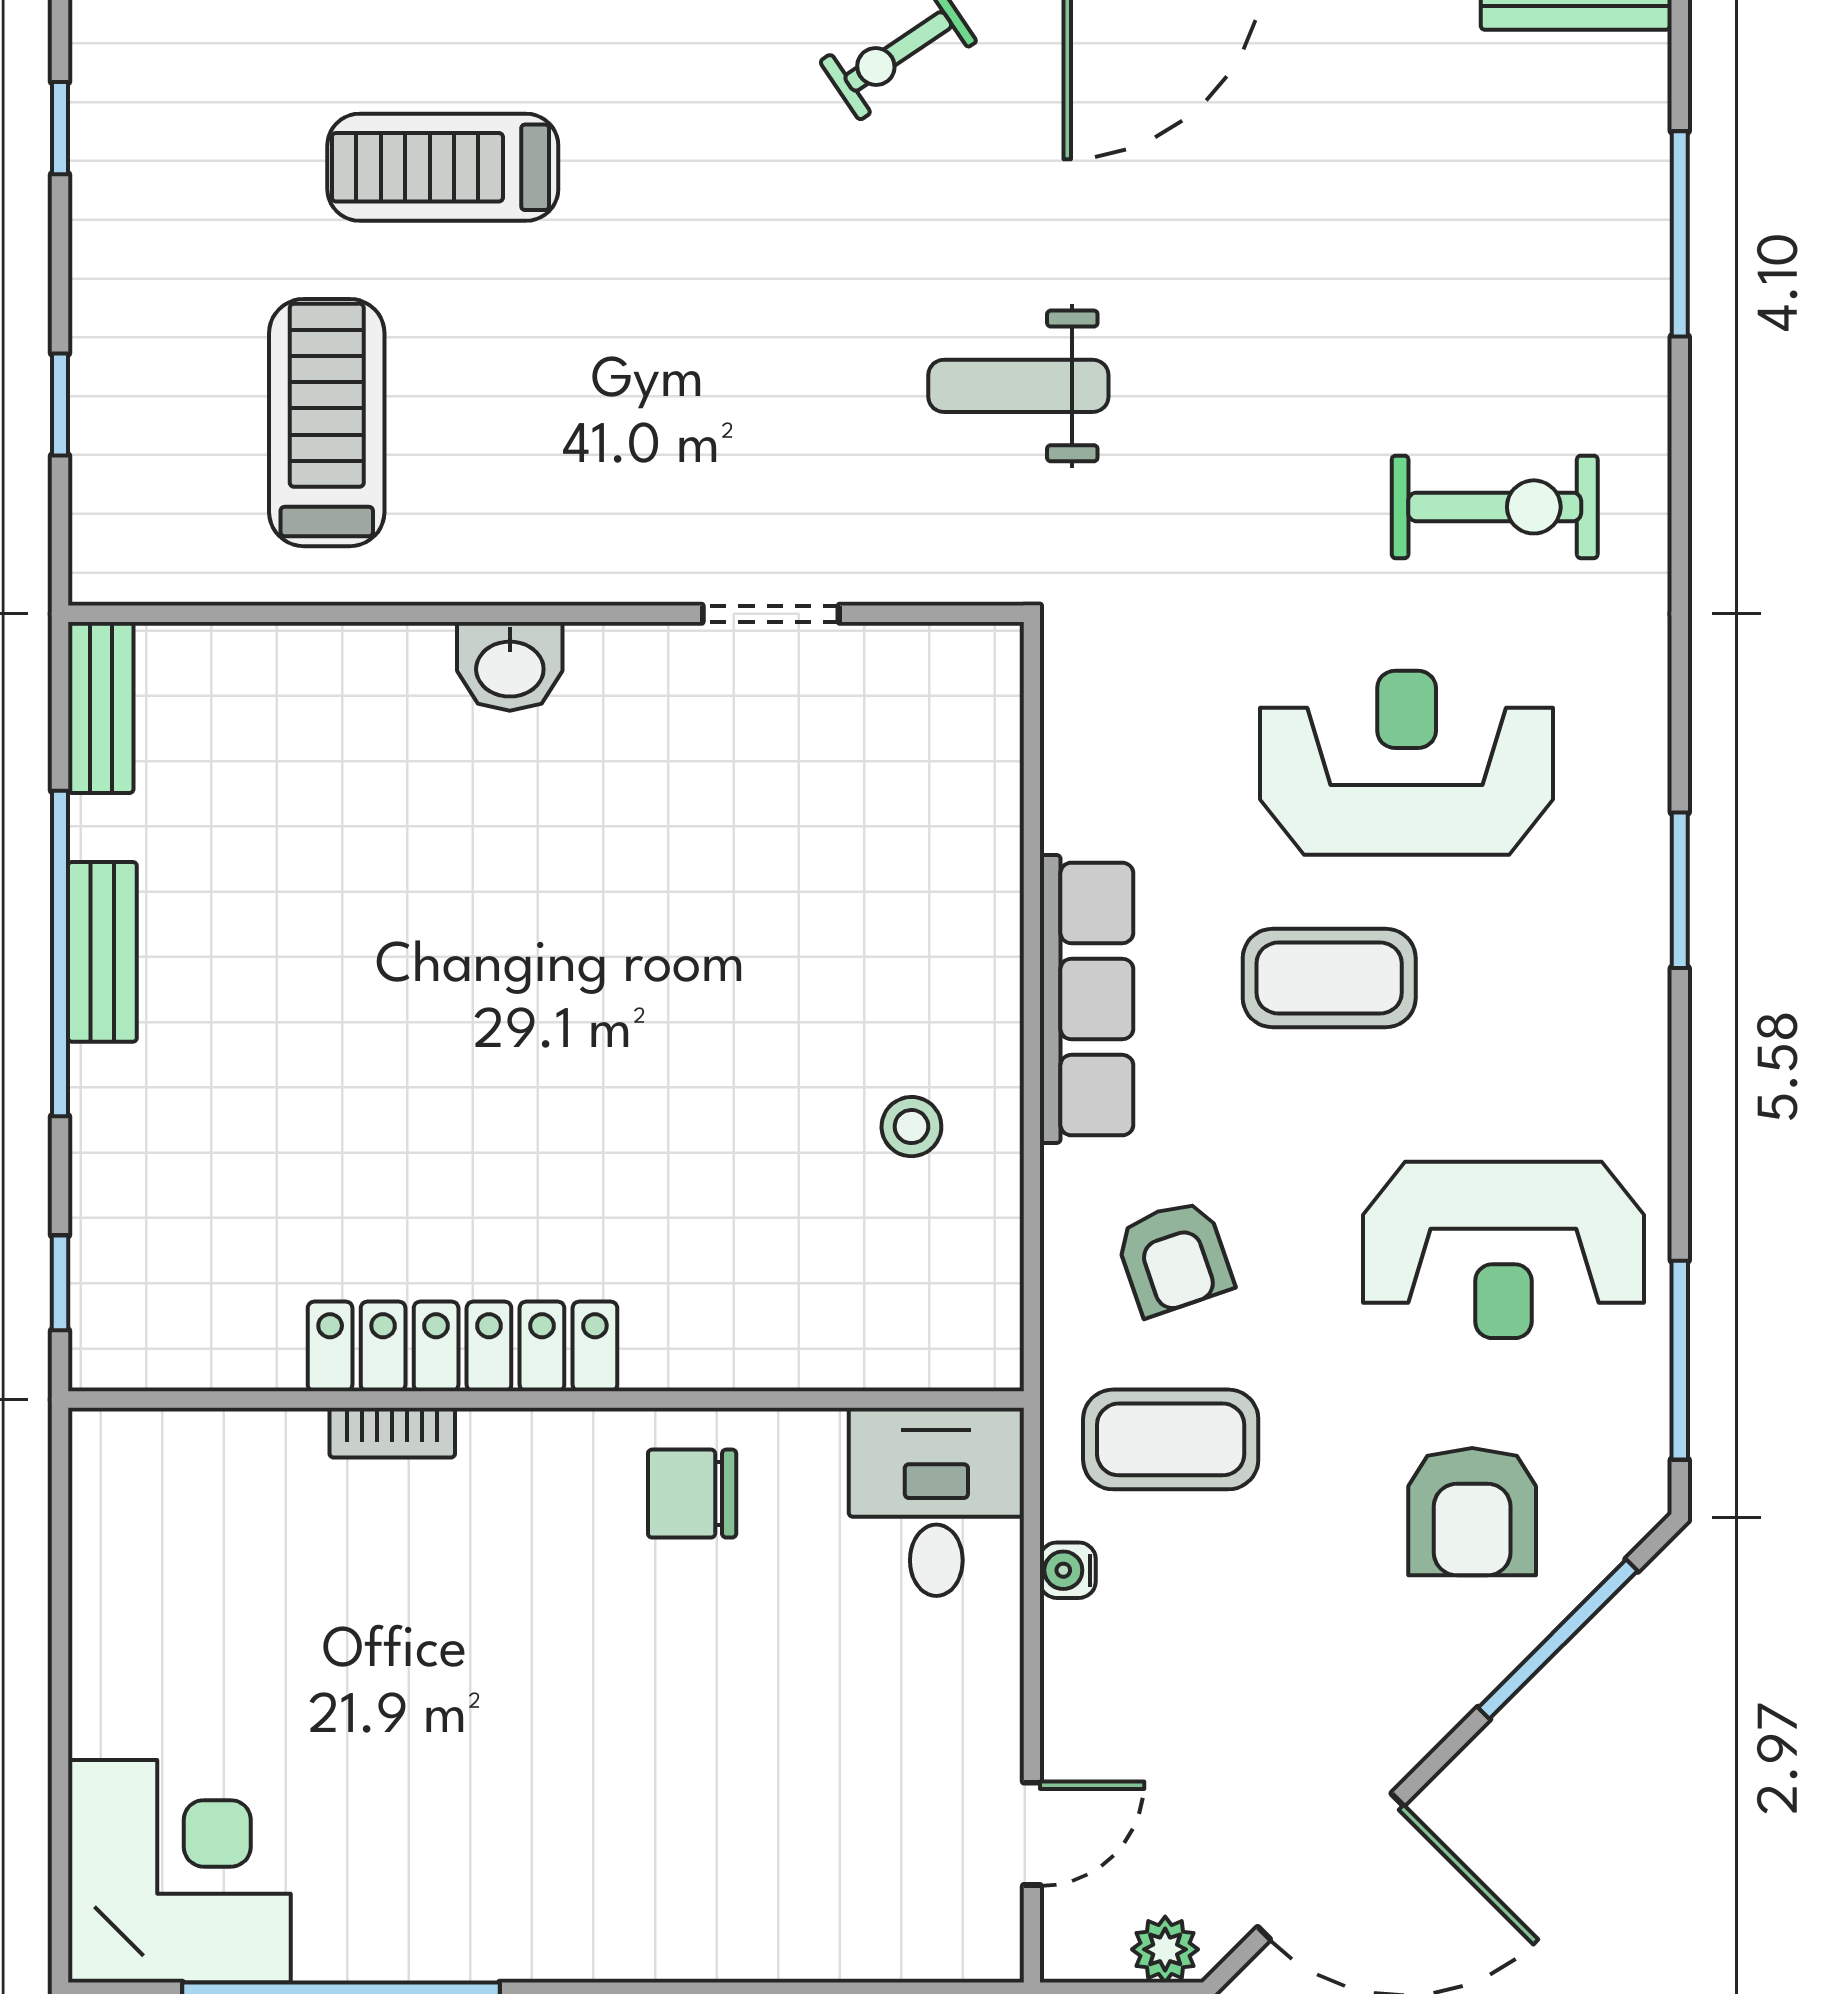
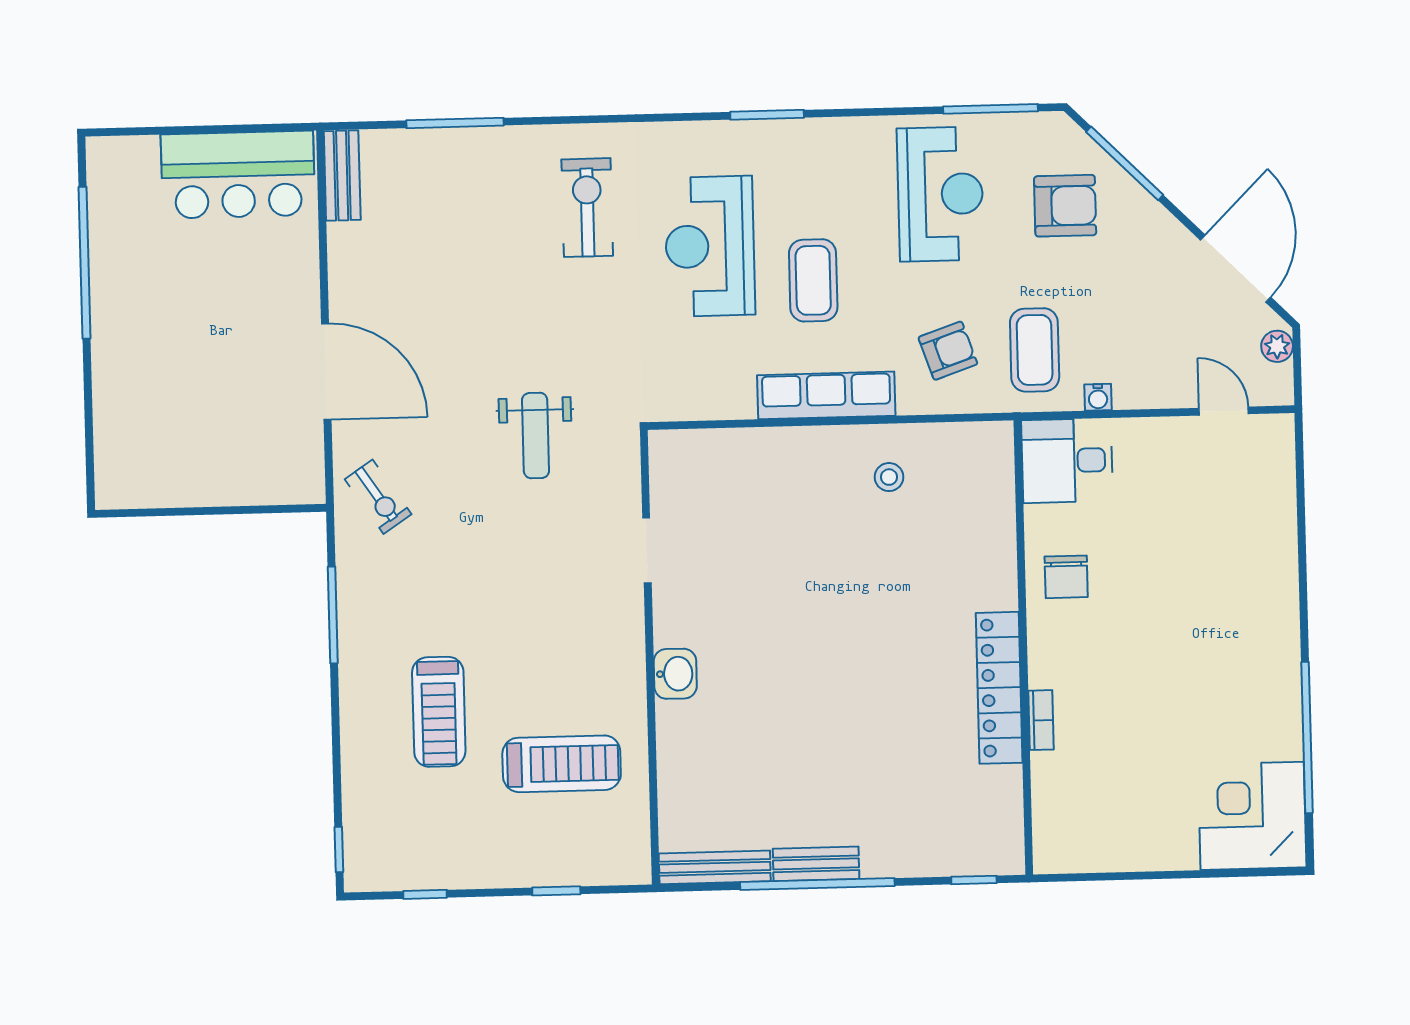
treadmill: (327, 423) -> (562, 764), turned 180
bench: (101, 708) -> (715, 867), width x1.36

